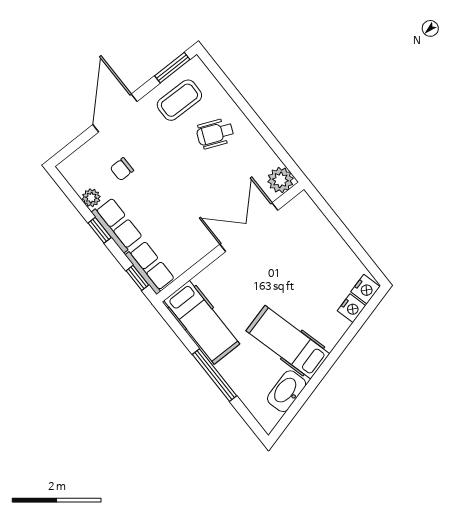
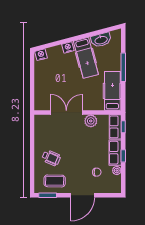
plant: (280, 180) -> (91, 121), moved
double door: (249, 227) -> (66, 113), swing flipped
nightstand: (352, 308) -> (68, 47), moved

